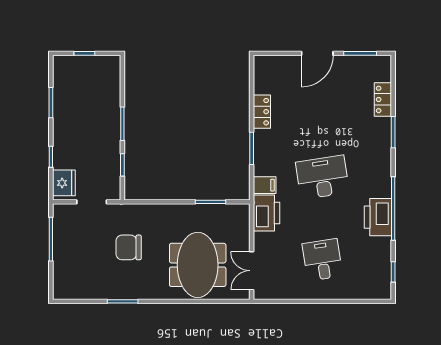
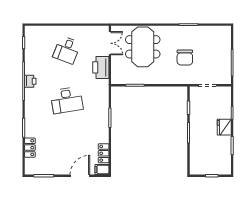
door: (317, 53) -> (80, 176), moved
locker: (262, 112) -> (104, 153), moved
fridge: (64, 183) -> (224, 127), moved
filing cabinet: (265, 185) -> (102, 170), moved
printer: (266, 213) -> (101, 67), moved
printer: (378, 217) -> (30, 81), width x0.53, depth x0.68
chair: (129, 247) -> (185, 57), turned 90
desk: (322, 260) -> (67, 50), turned 30

